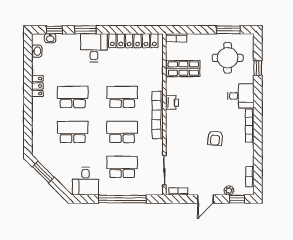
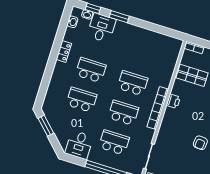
locker: (133, 41) -> (157, 39), removed
desk: (94, 48) -> (101, 28), moved

